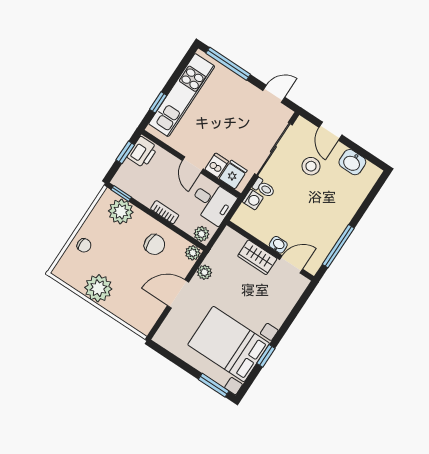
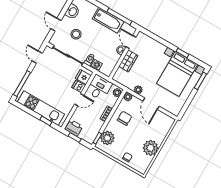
door: (330, 131) -> (56, 25), swing flipped
bathtub: (333, 225) -> (108, 20), added

